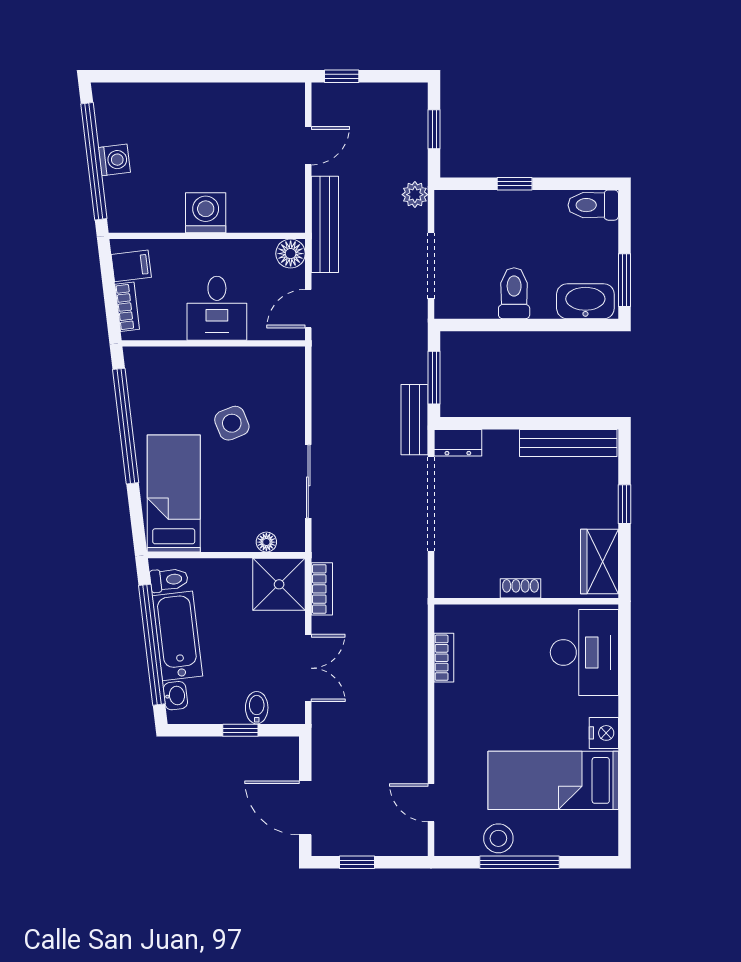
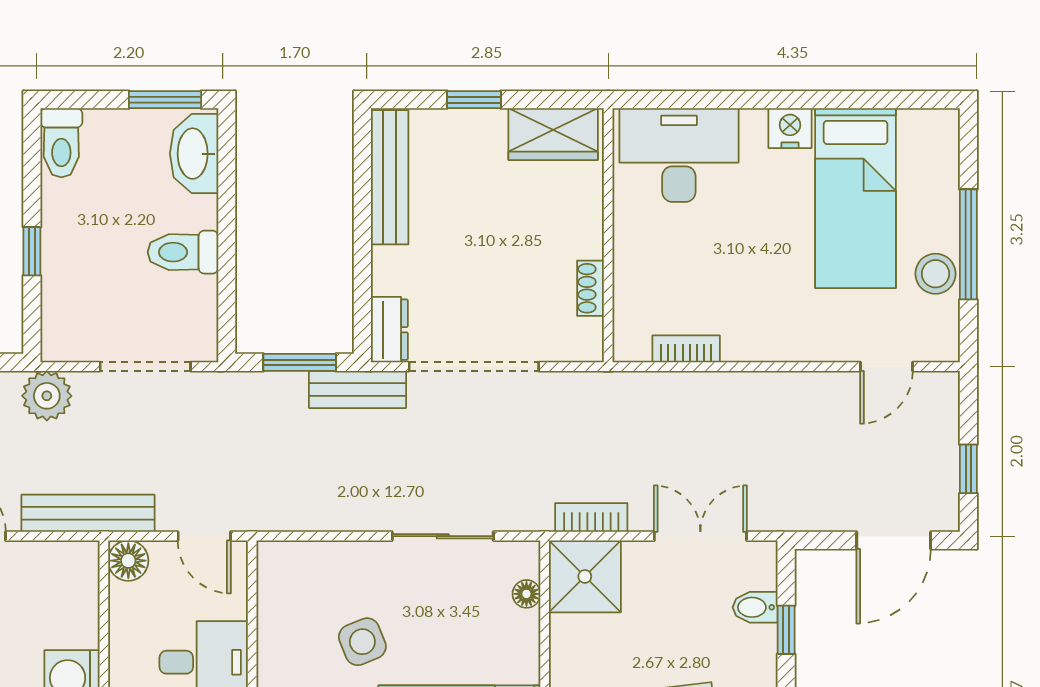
plant: (415, 195) -> (47, 396), width x1.38, depth x1.38
shoe rack: (521, 588) -> (590, 288), moved

